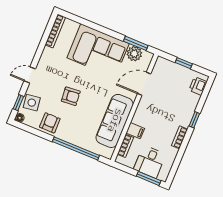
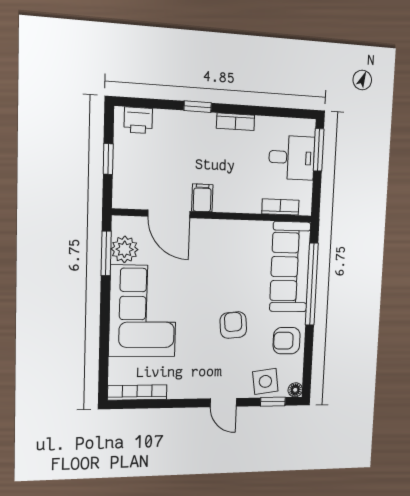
sofa: (115, 121) -> (290, 267), moved, turned 90
filing cabinet: (135, 131) -> (202, 198), moved

